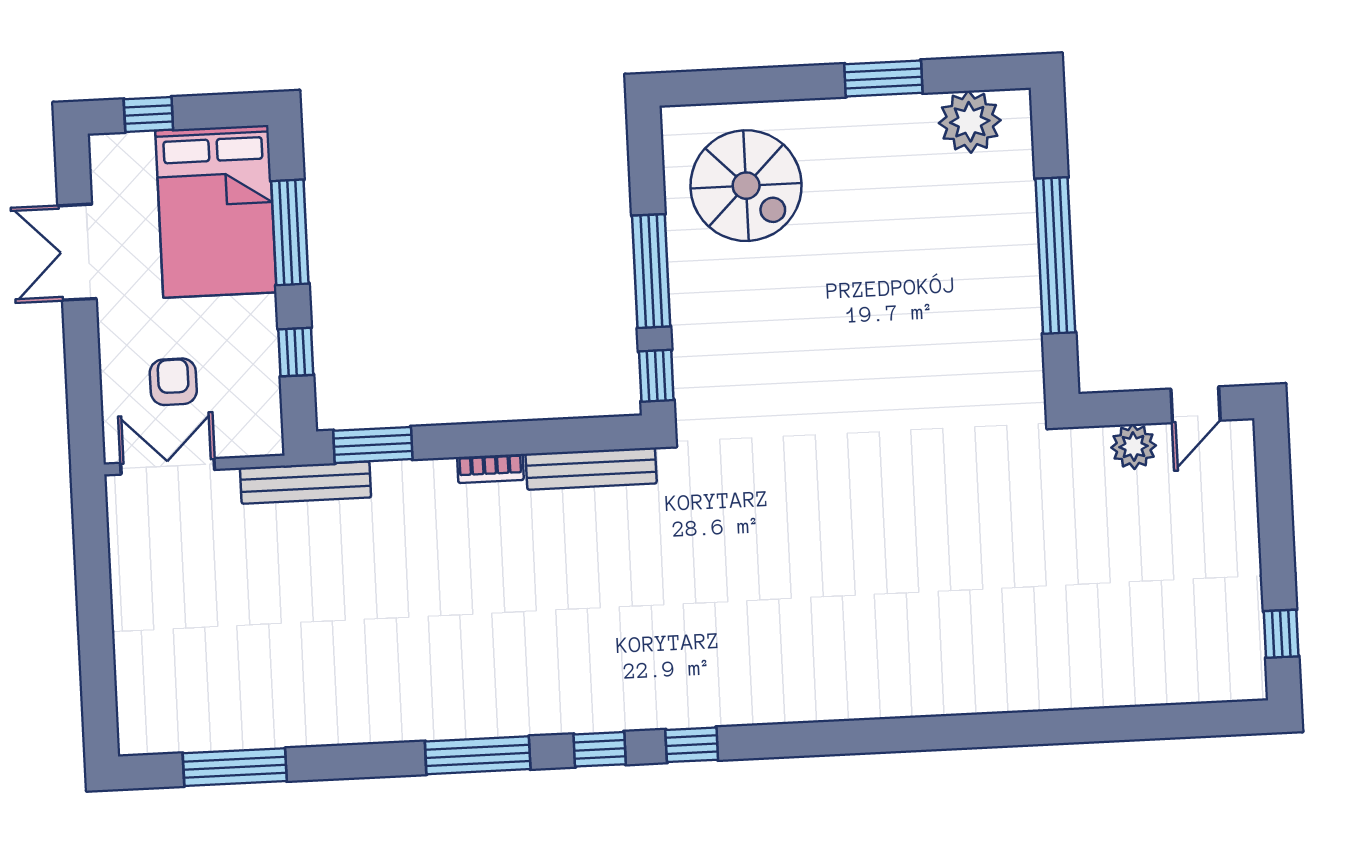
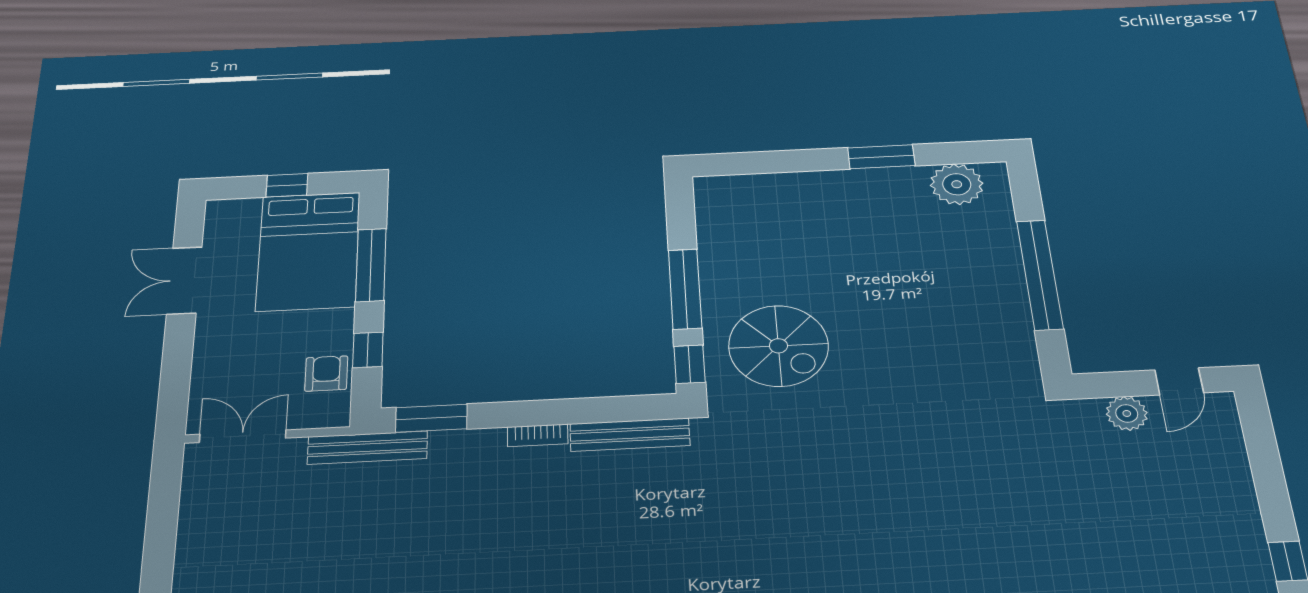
window: (148, 114) -> (287, 185), moved
spiral stairs: (746, 186) -> (778, 346), moved
armchair: (173, 382) -> (326, 374), moved

